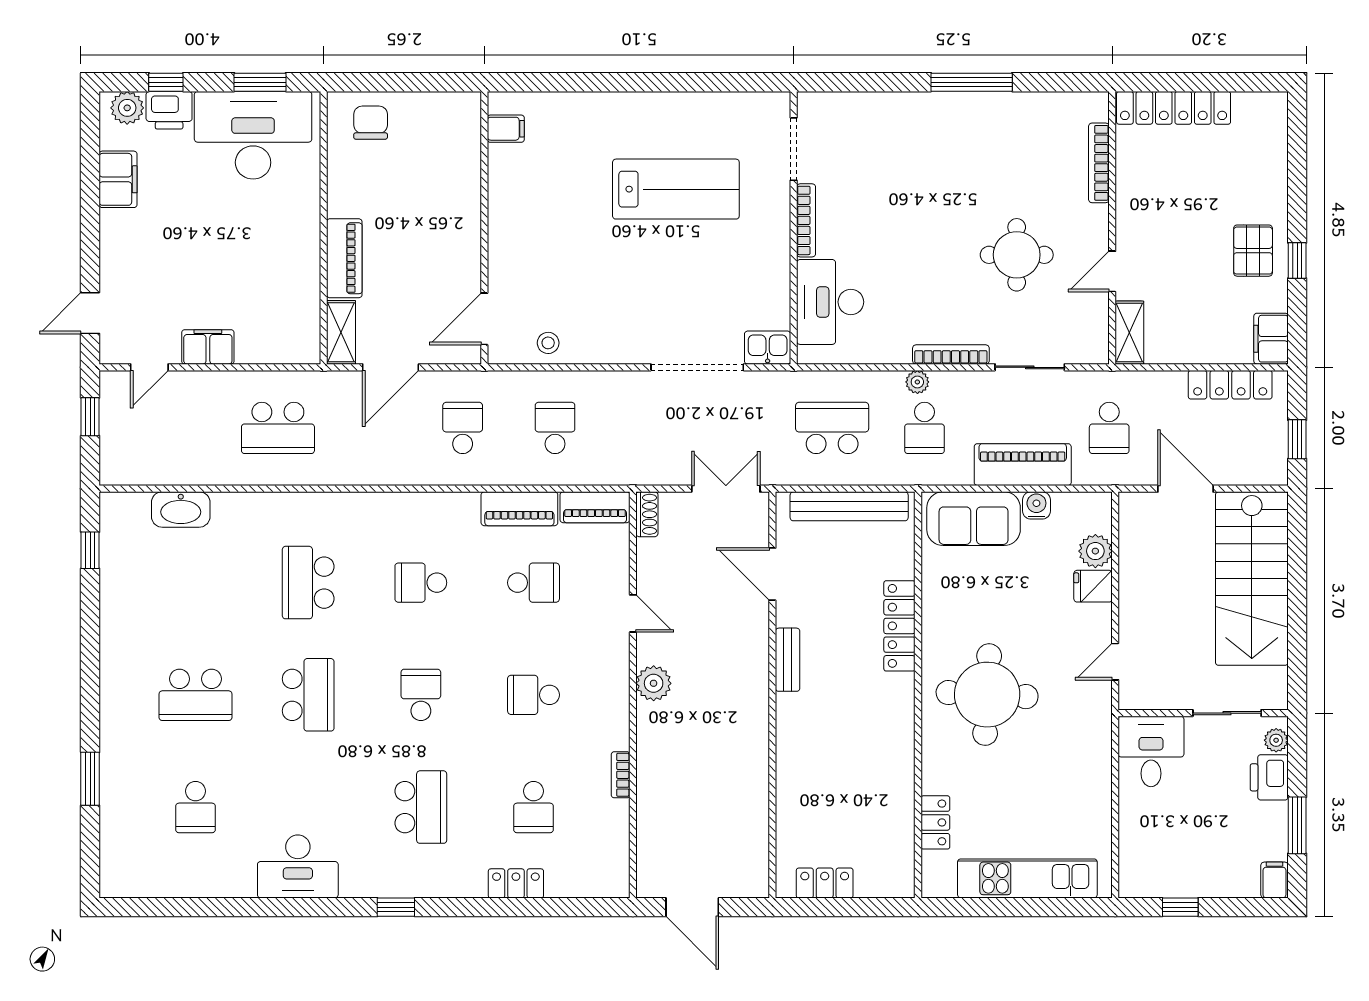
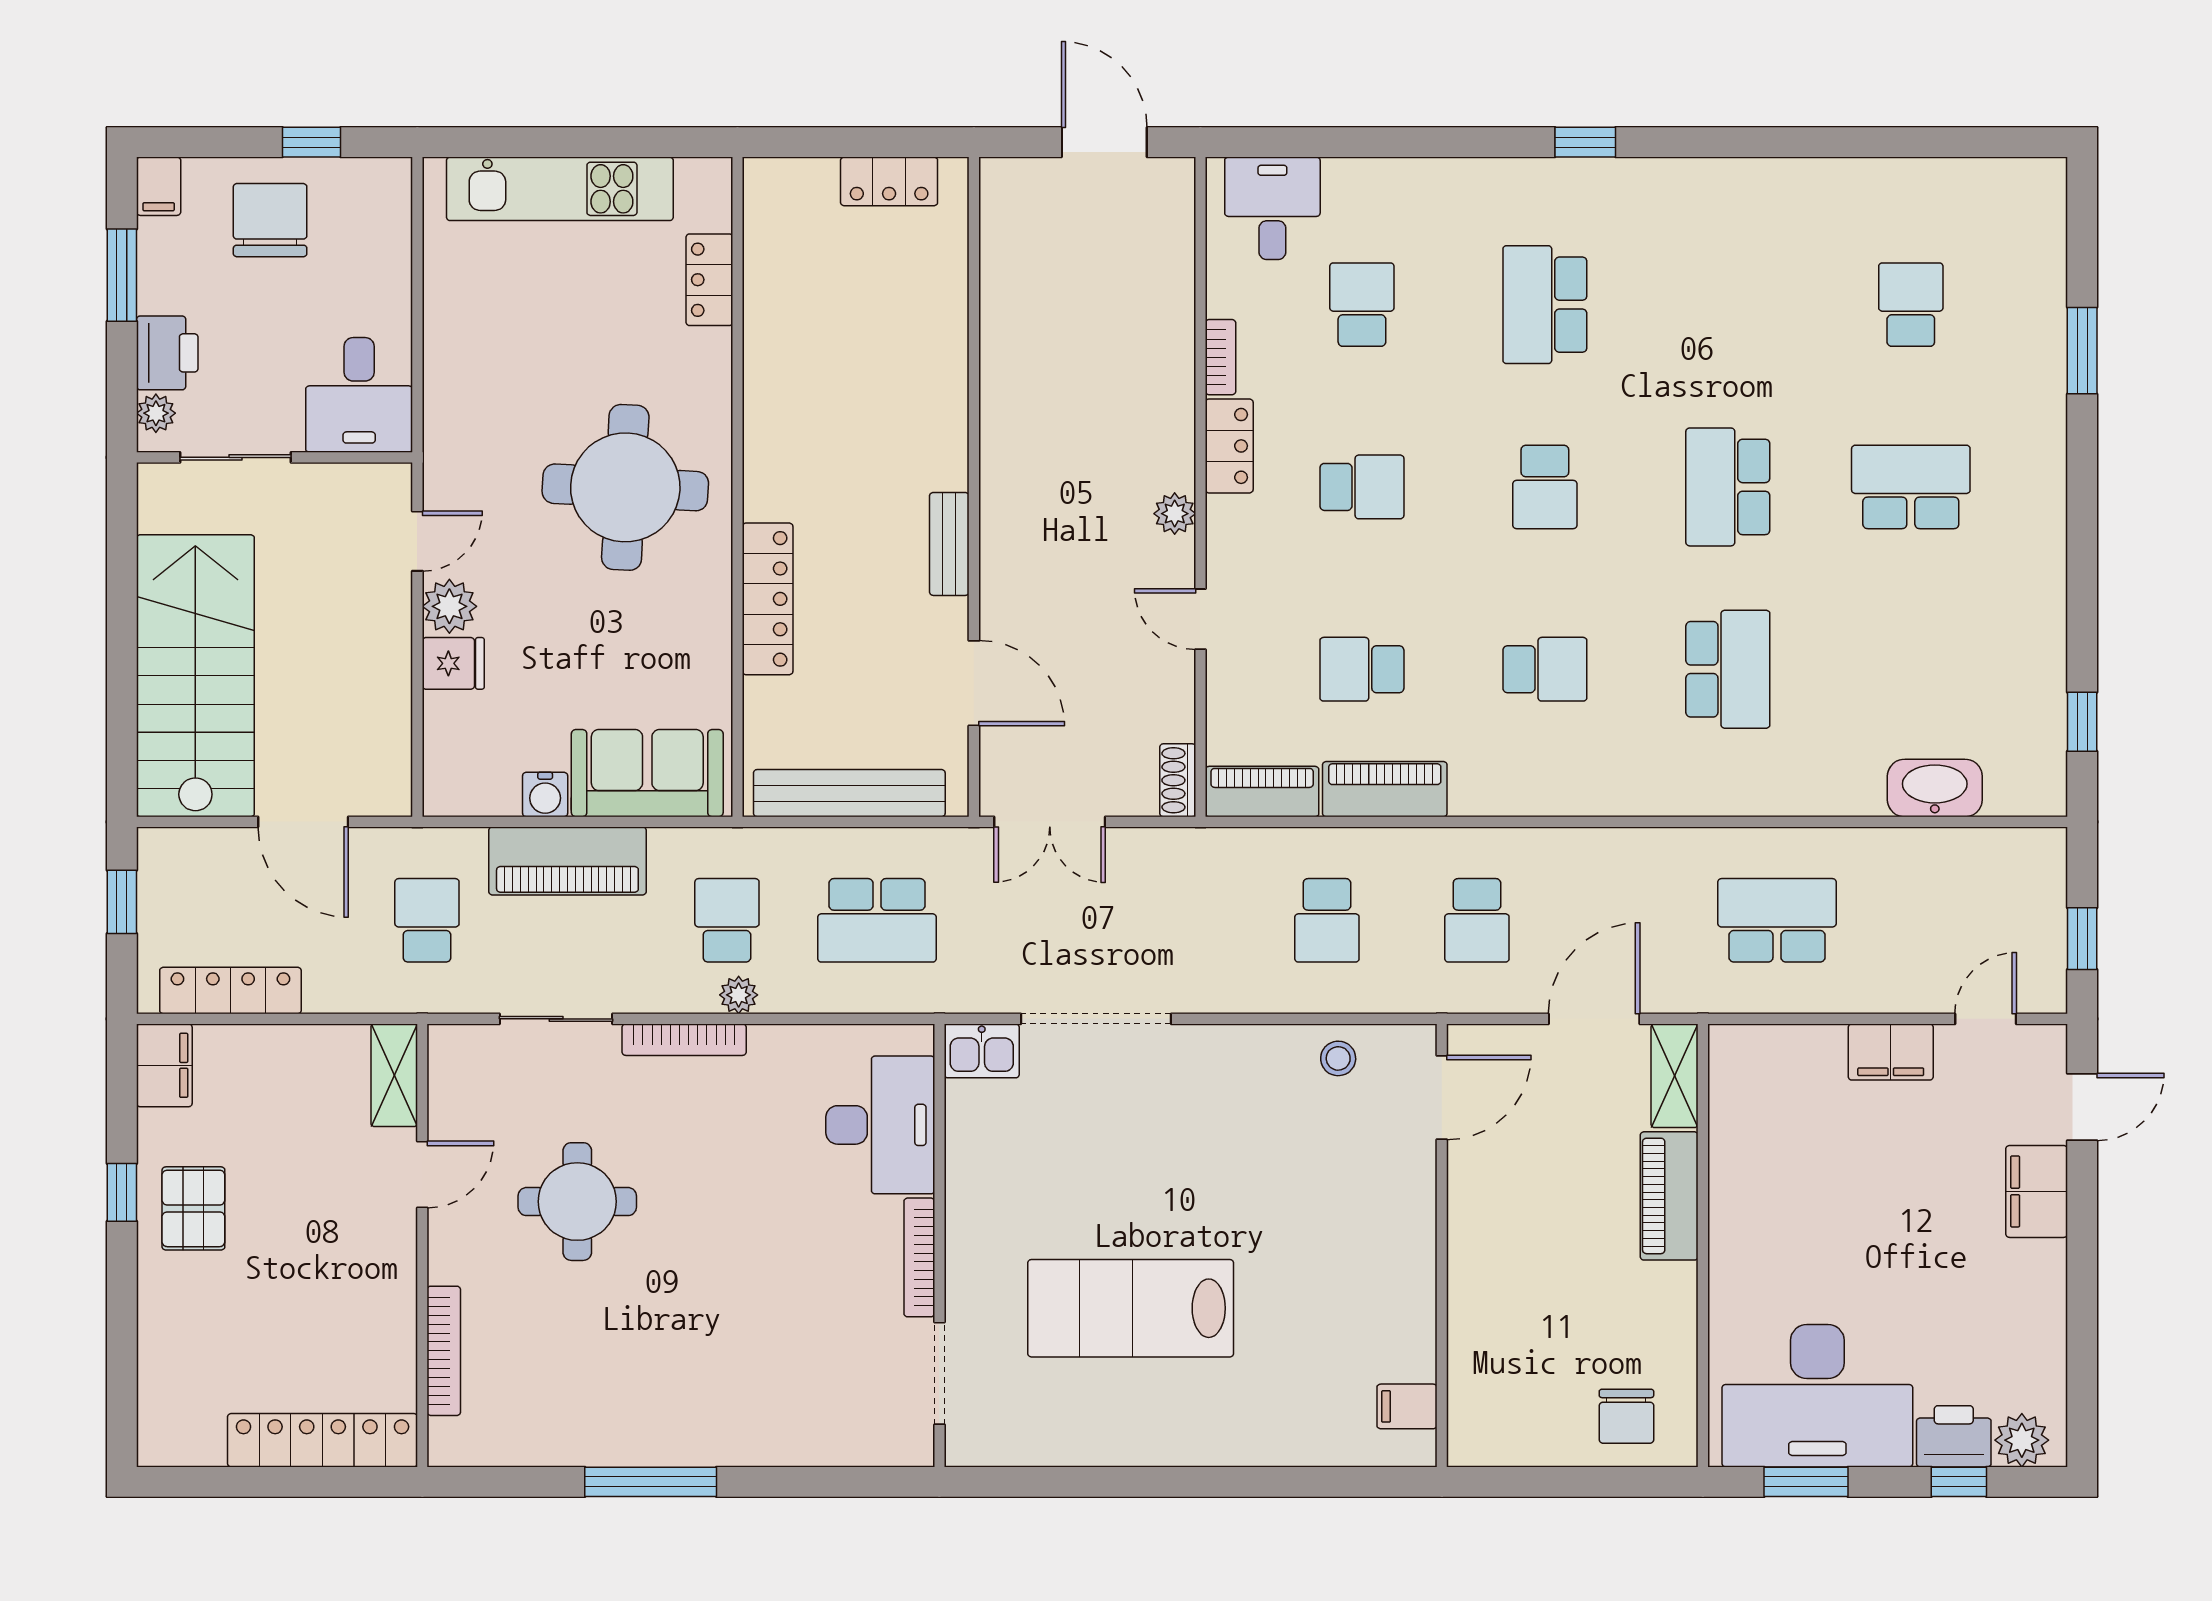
filing cabinet: (118, 179) -> (2037, 1191), moved
plant: (1095, 551) -> (449, 606), moved
plant: (654, 683) -> (1175, 514), width x0.73, depth x0.73
chair: (1206, 859) -> (270, 220), added
desk: (298, 866) -> (1272, 208), moved, width x0.73
locker: (516, 883) -> (1229, 446), moved, turned -90

